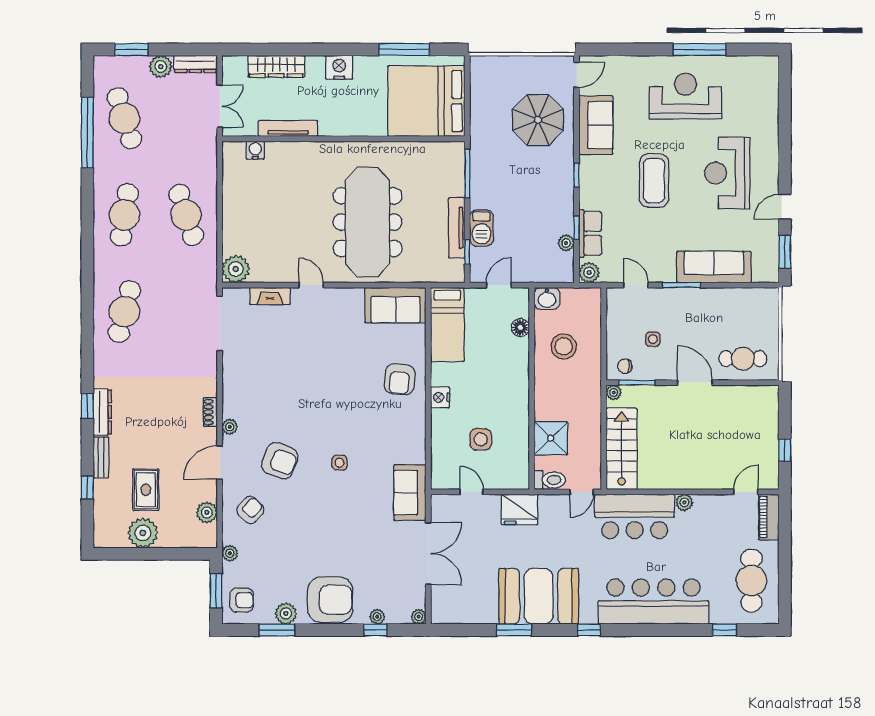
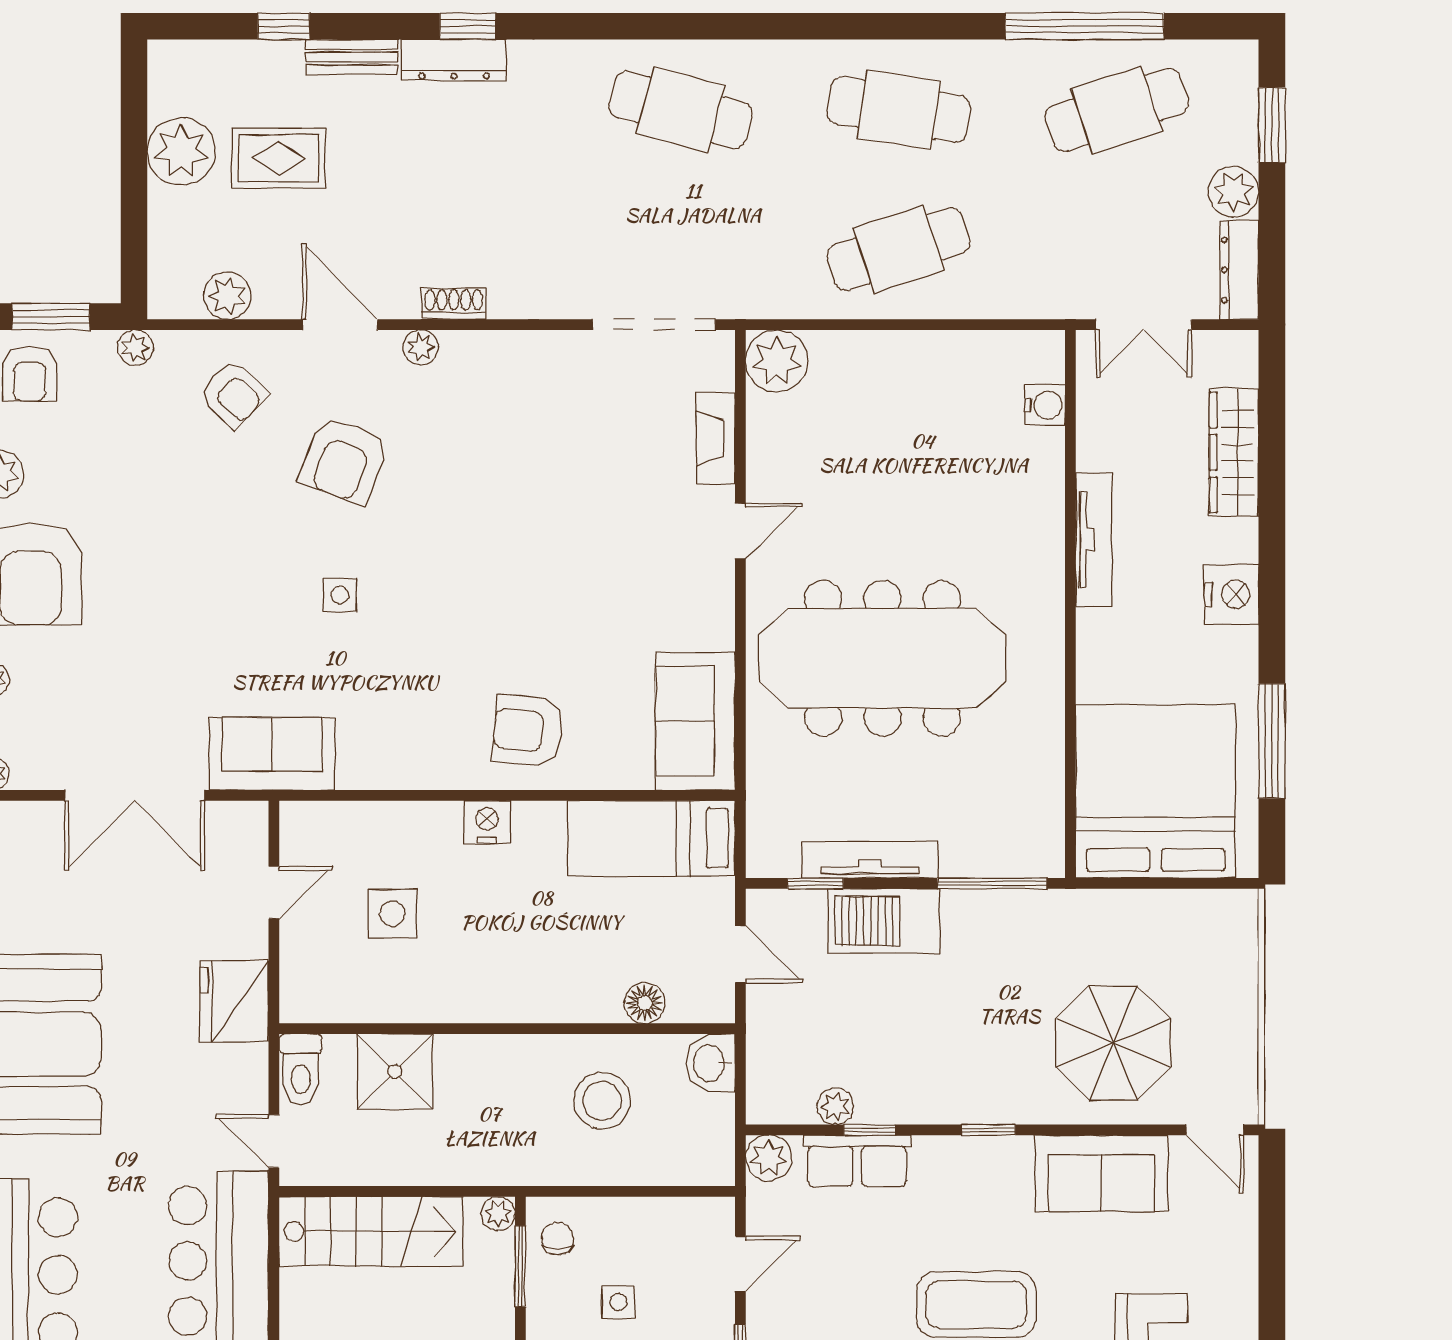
tv unit: (288, 128) -> (1094, 539), moved
barbecue: (481, 228) -> (884, 921), width x1.37, depth x1.21

